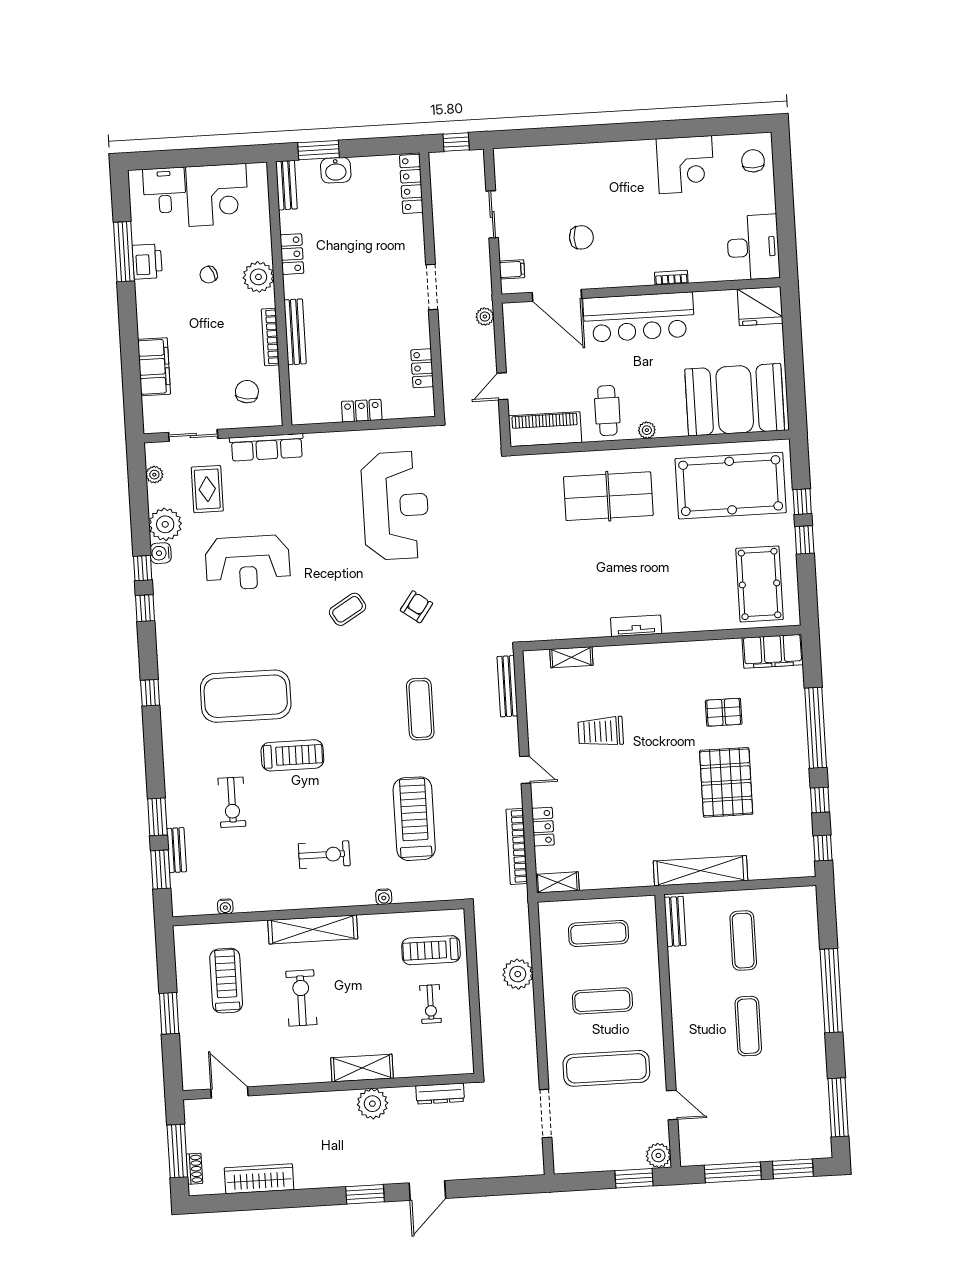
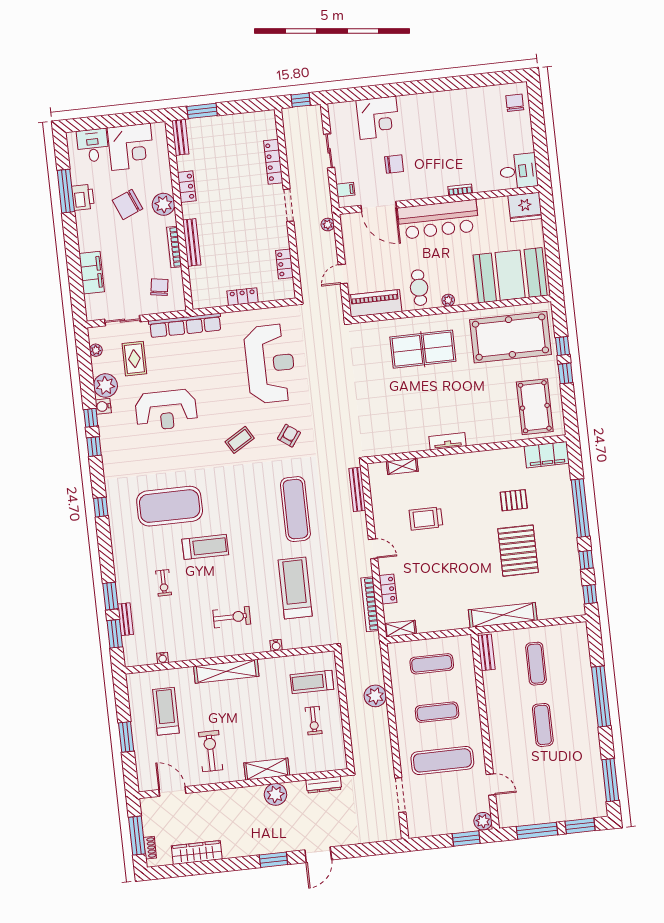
corner desk: (685, 165) -> (378, 118), moved
washbasin: (336, 170) -> (215, 125), removed
locker: (411, 184) -> (273, 162), moved
desk: (753, 247) -> (519, 171), width x0.73
chair: (209, 275) -> (128, 205), width x1.87, depth x1.87
row of seats: (267, 447) -> (185, 325), width x1.36
exercise mat: (420, 709) -> (295, 509), width x1.36, depth x1.45
exercise bike: (232, 802) -> (164, 583), width x0.73, depth x0.72
exercise bike: (301, 998) -> (211, 751), moved

